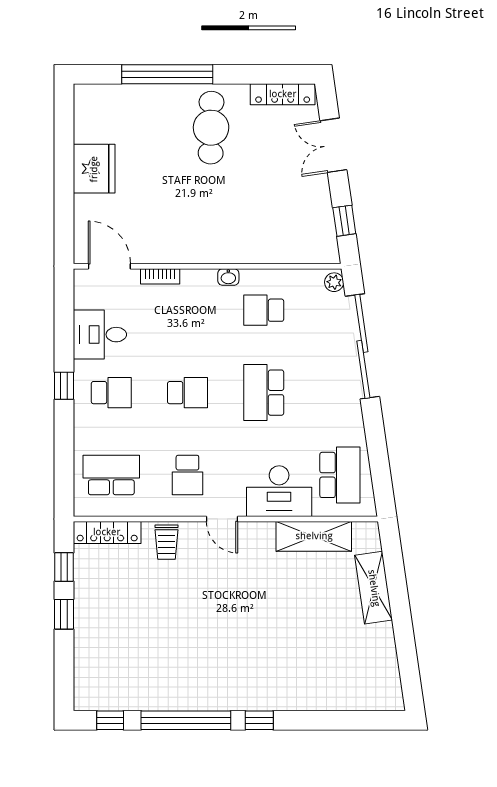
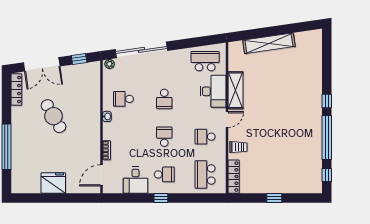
cafe table: (211, 128) -> (54, 116), moved, turned 59
double door: (333, 145) -> (42, 64), width x1.37
school desk: (264, 310) -> (123, 99), turned 90
school desk: (111, 393) -> (164, 174), turned 90
school desk: (264, 393) -> (164, 99), width x0.54
school desk: (187, 475) -> (205, 137), turned 180
shelving: (314, 536) -> (236, 90), moved
window: (64, 567) -> (251, 198), removed
shelving: (374, 588) -> (269, 43), width x1.47

